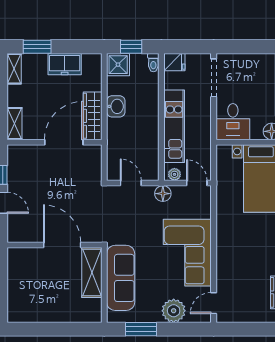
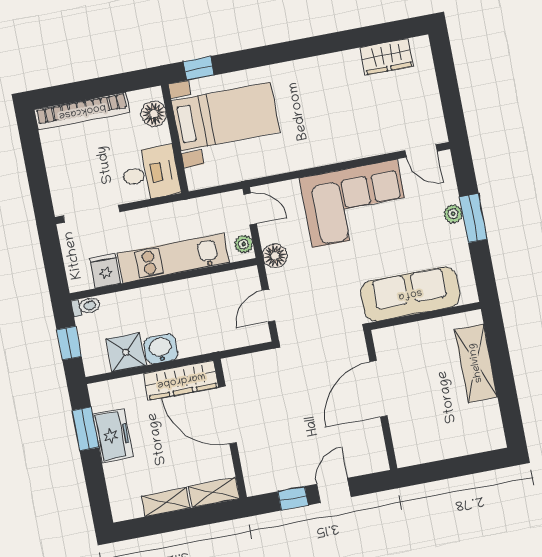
window: (37, 47) -> (85, 429), moved
fridge: (174, 62) -> (105, 271), moved
shower: (118, 65) -> (126, 352), moved
shelving: (14, 69) -> (166, 502), moved
door: (197, 183) -> (250, 209), swing flipped
shelving: (92, 273) -> (476, 363), moved, turned 90
plant: (174, 311) -> (453, 214), width x0.53, depth x0.53
window: (141, 329) -> (473, 218), moved

